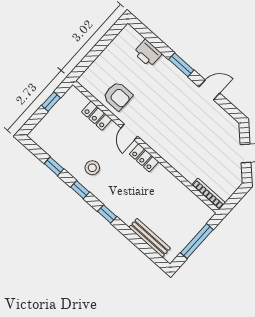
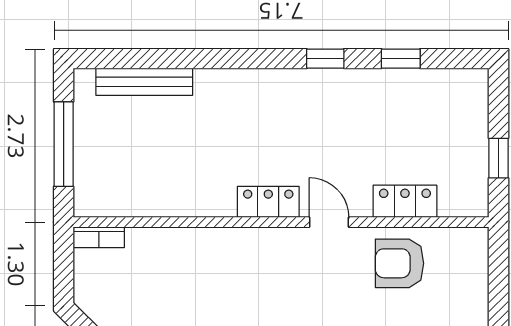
stool: (92, 168) -> (337, 112), removed
bookcase: (209, 194) -> (99, 237), width x0.64
window: (107, 214) -> (247, 59), removed

